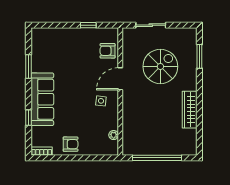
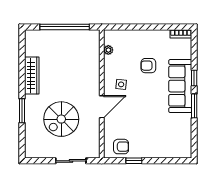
armchair: (108, 51) -> (121, 147), moved
window: (199, 56) -> (22, 111), moved
window: (29, 66) -> (194, 106), moved
window: (29, 118) -> (194, 78), moved
armchair: (71, 144) -> (148, 66), moved

